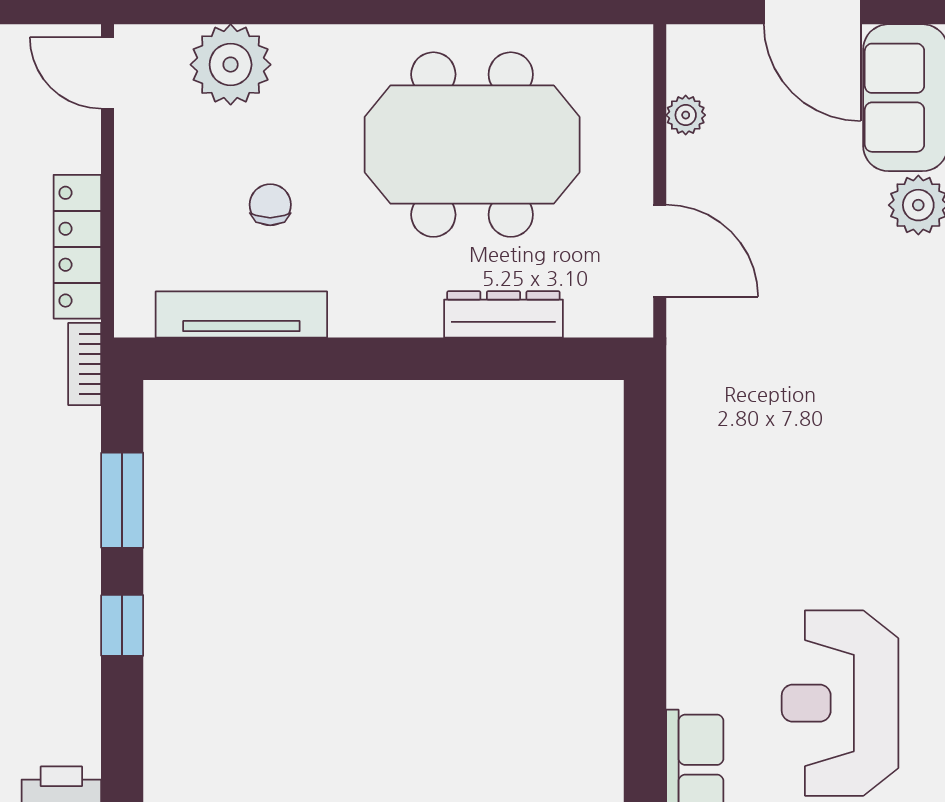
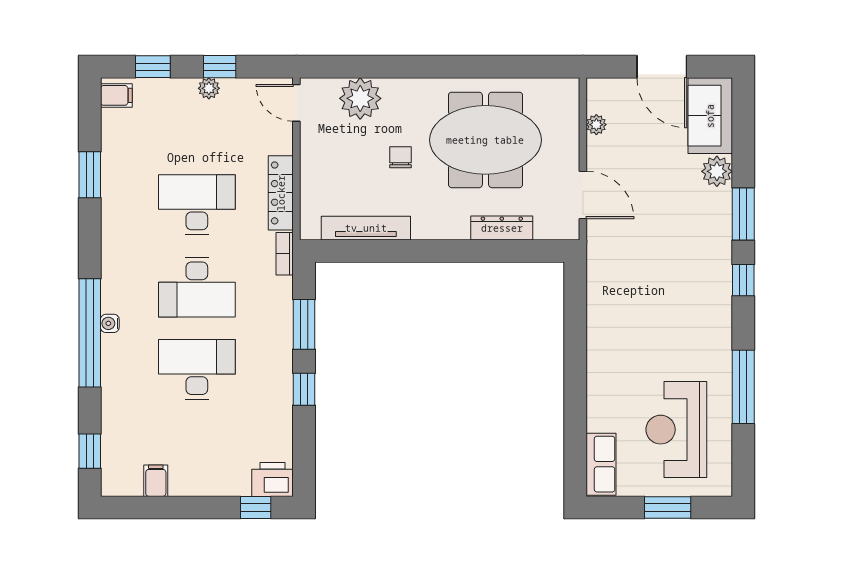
chair: (270, 205) -> (401, 157), moved

